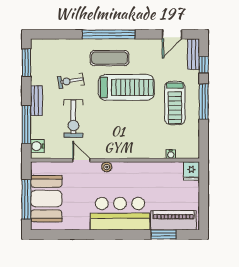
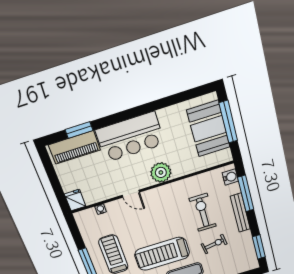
bench: (36, 101) -> (240, 213), width x1.36
door: (81, 160) -> (131, 194), moved
plant: (107, 167) -> (161, 172), width x1.88, depth x1.88

